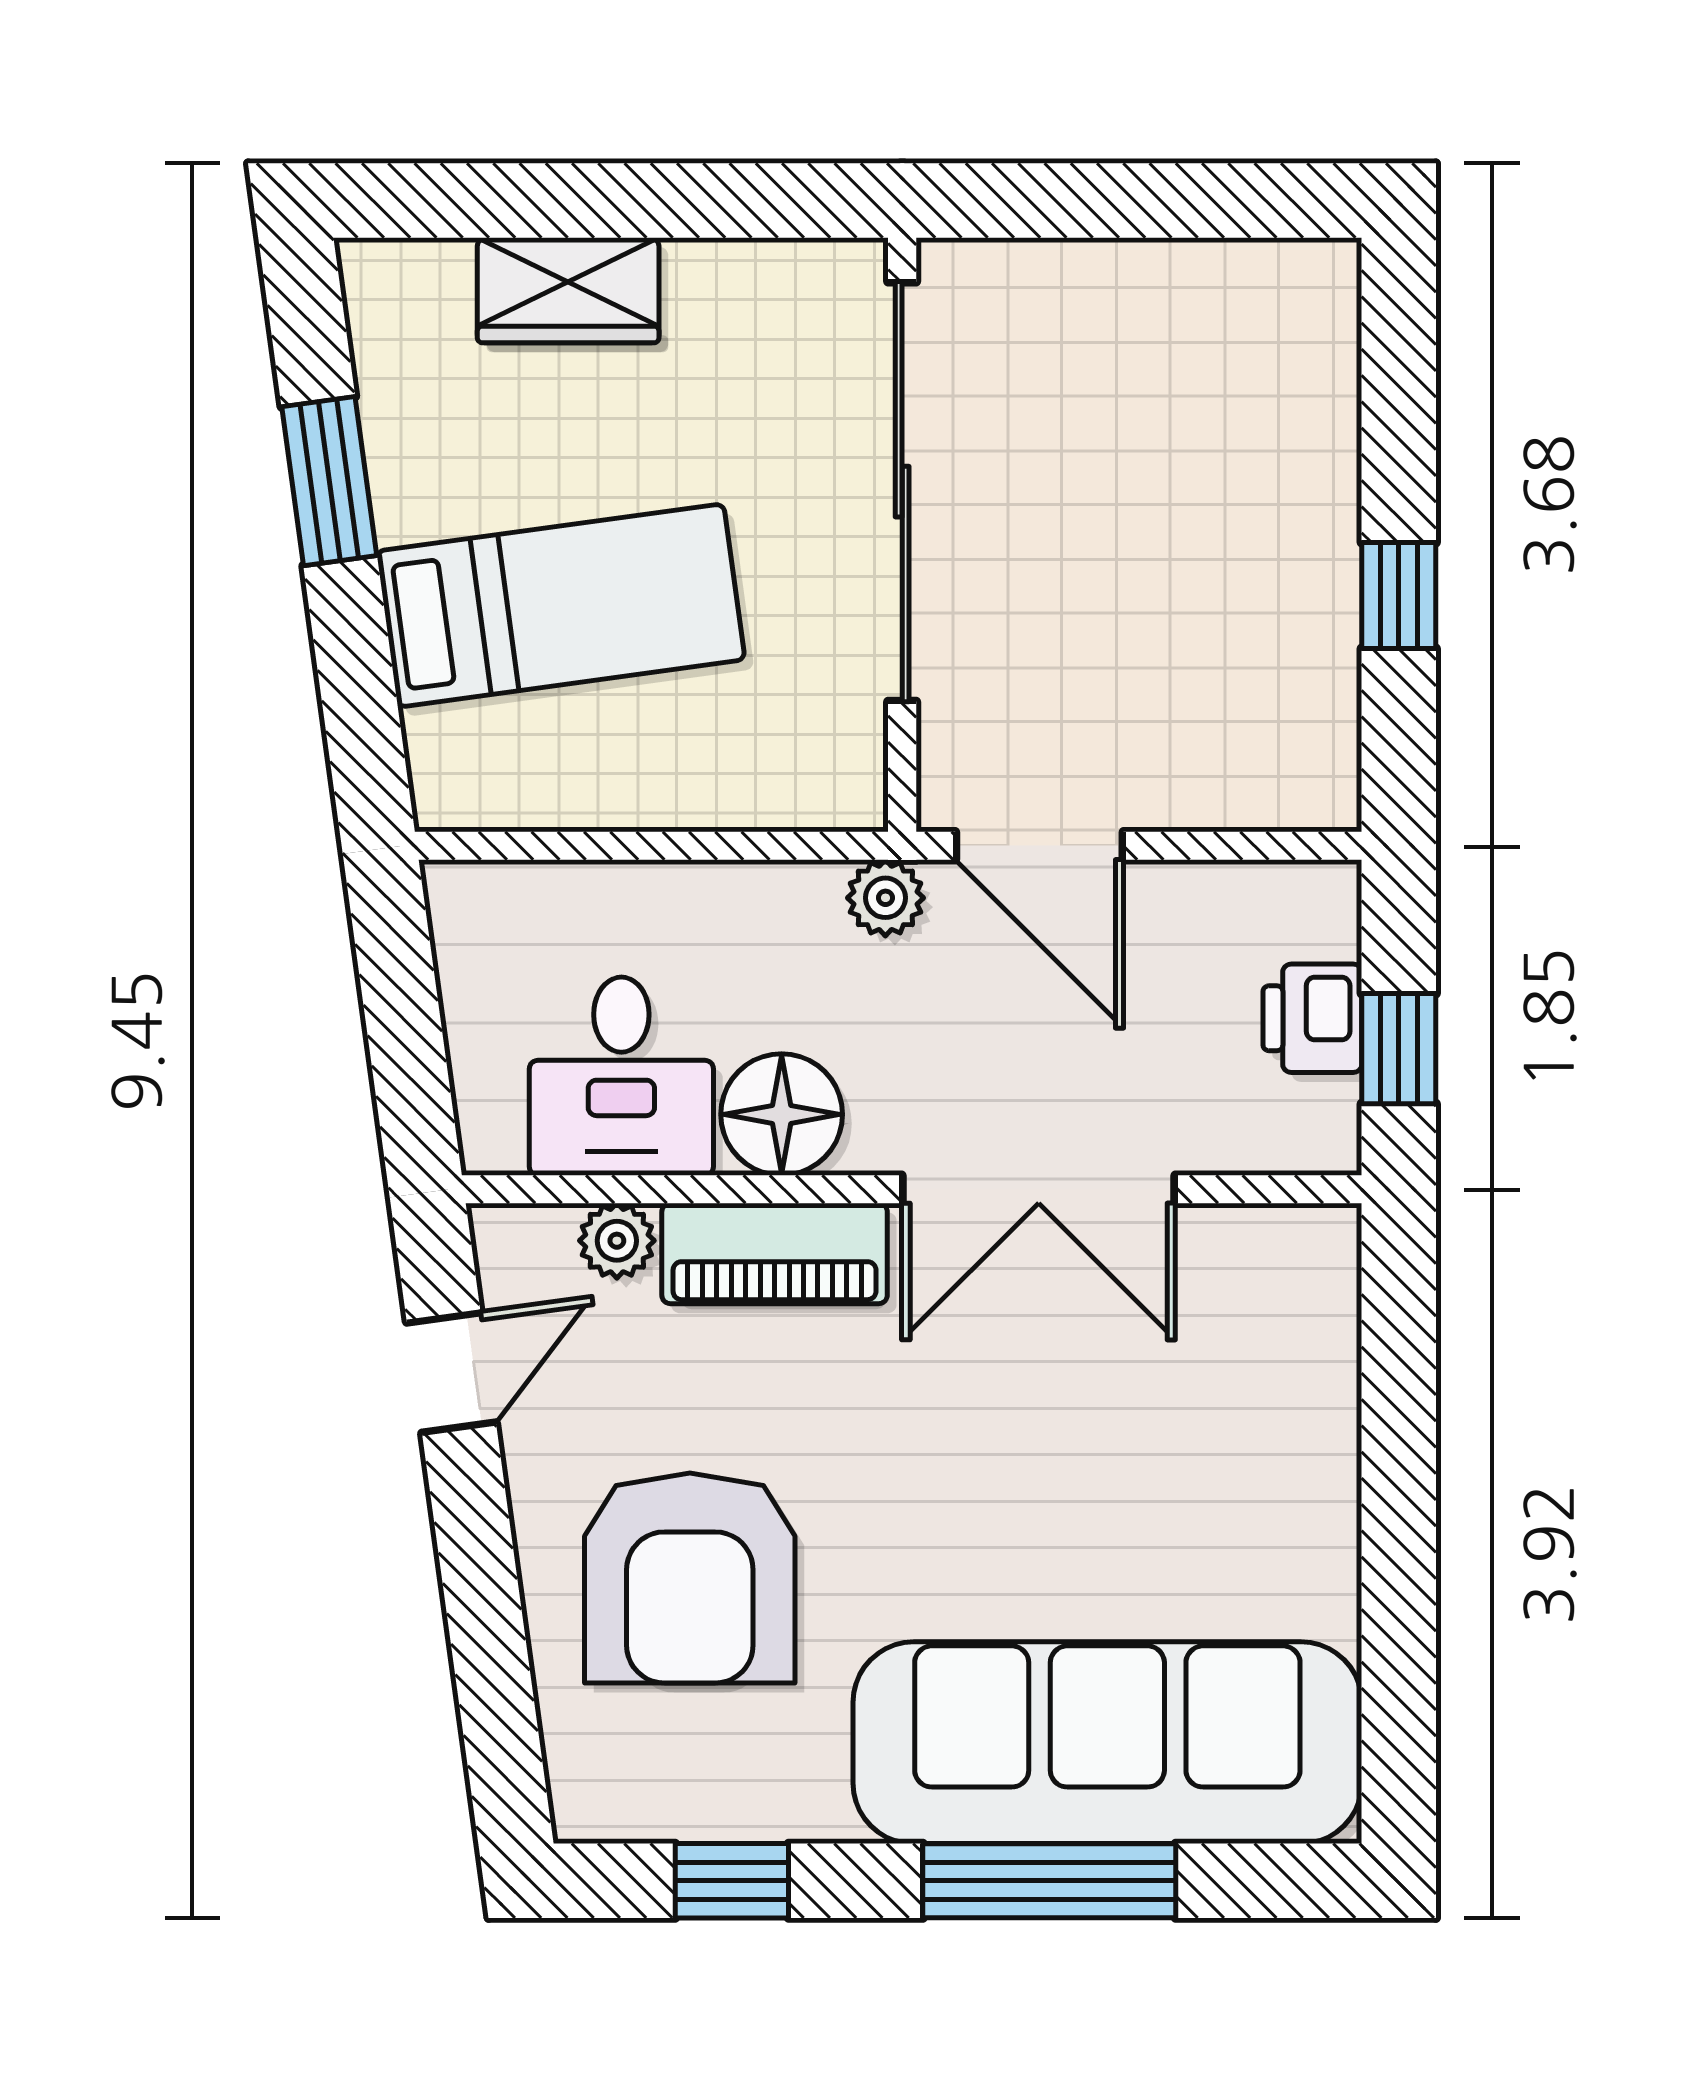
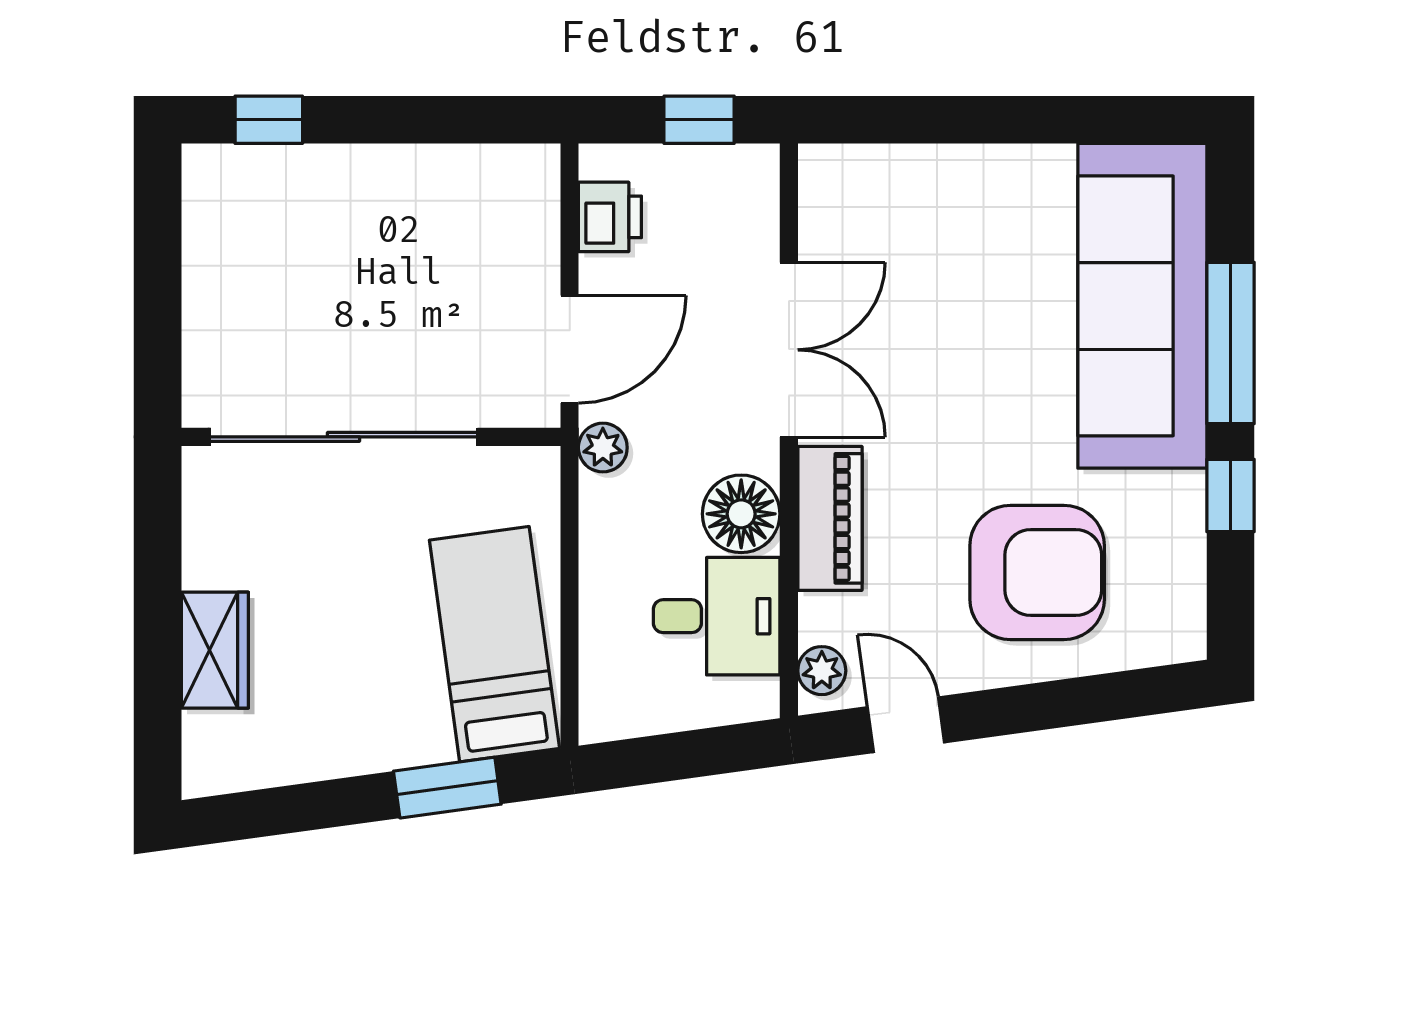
window: (329, 481) -> (447, 788), moved
window: (1399, 596) -> (269, 120), moved
bed: (561, 605) -> (494, 644), moved
printer: (1312, 1018) -> (610, 217), moved, turned -90
plant: (617, 1241) -> (822, 671), moved
window: (732, 1881) -> (1230, 495), moved

